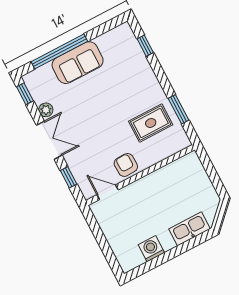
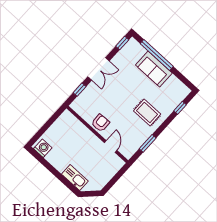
plant: (46, 110) -> (117, 60), removed
rug: (151, 123) -> (147, 113), moved
door: (108, 192) -> (111, 146), moved
washing machine: (151, 249) -> (43, 148), moved

